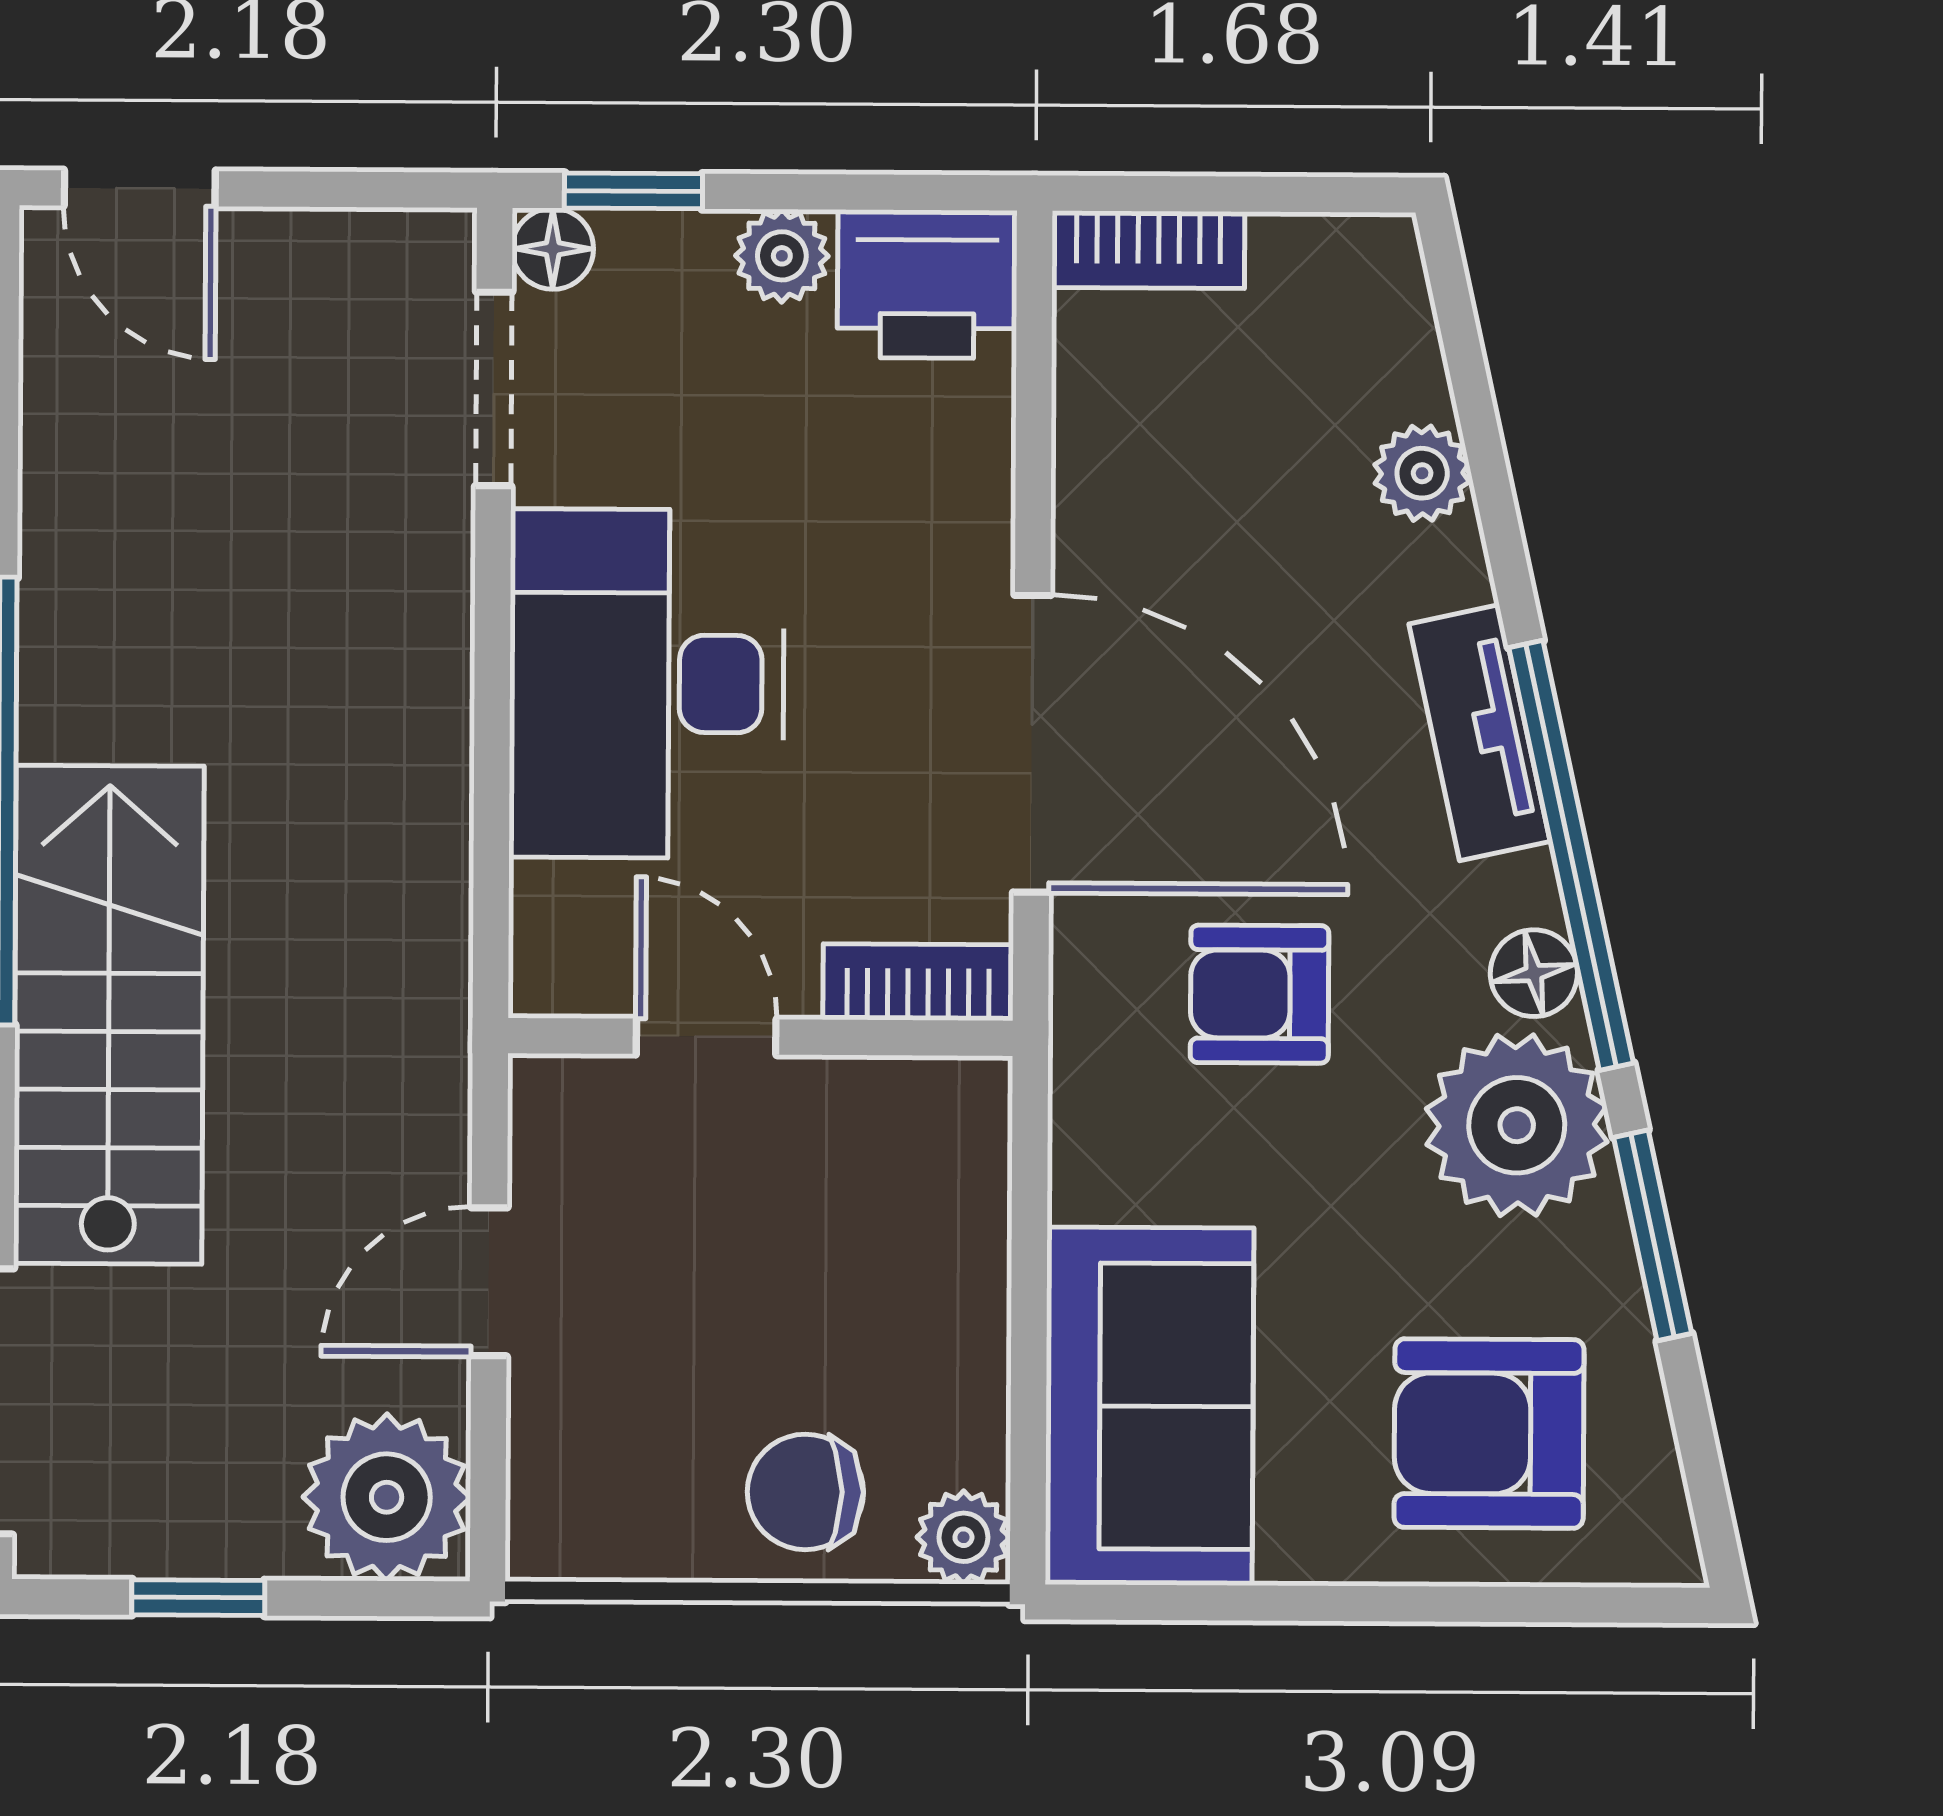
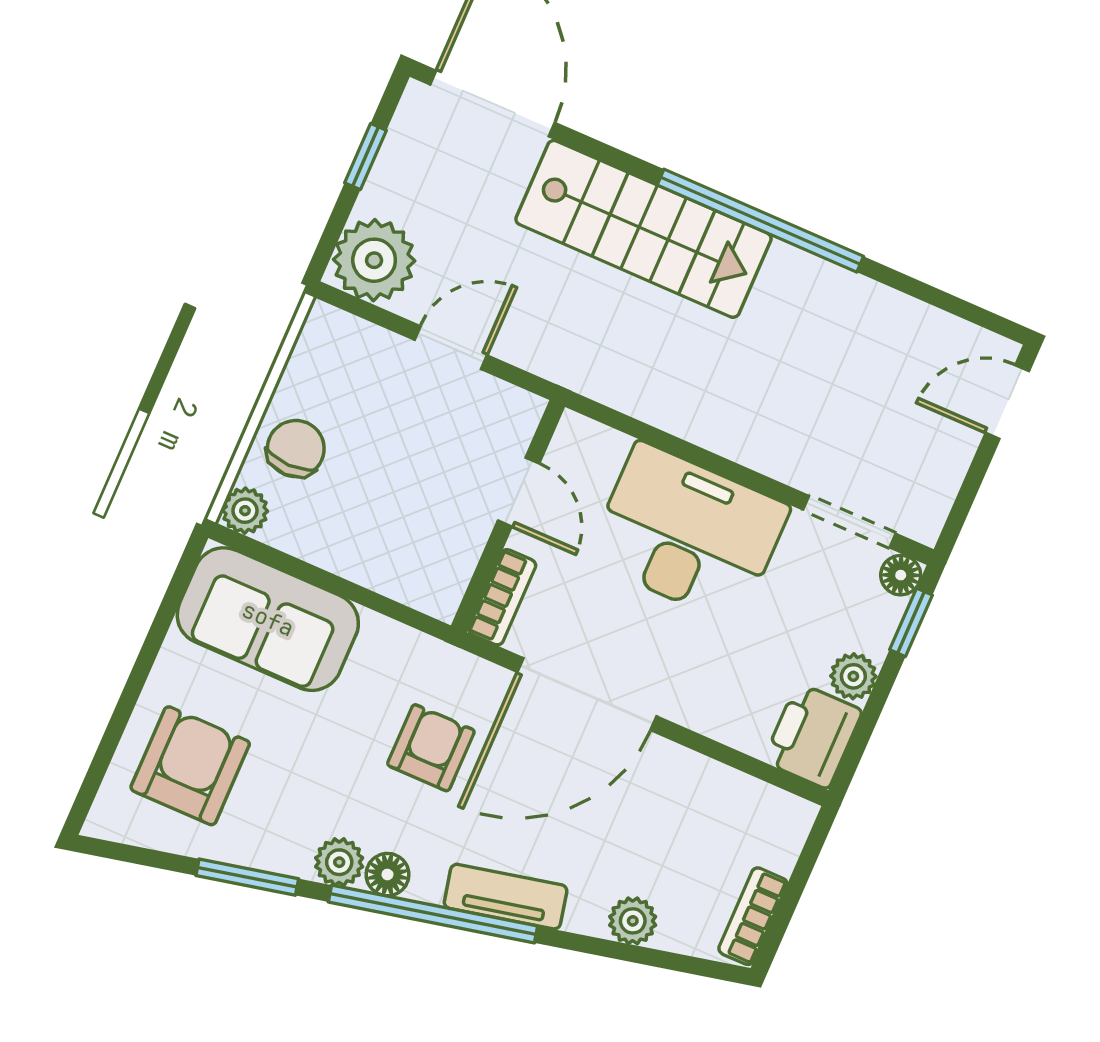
bookcase: (1148, 250) -> (753, 916), moved
door: (706, 1037) -> (519, 492), hinge flipped
plant: (1517, 1125) -> (339, 862), width x0.53, depth x0.53
door: (489, 1282) -> (451, 348), hinge flipped

